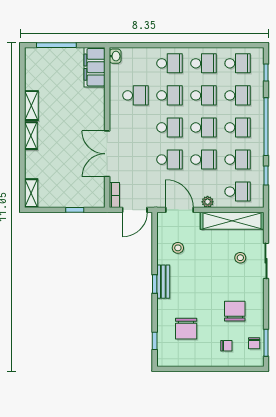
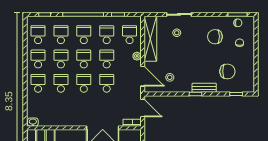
school desk: (135, 95) -> (61, 108), removed
door: (180, 210) -> (143, 76), swing flipped
bench: (163, 282) -> (204, 88), moved

